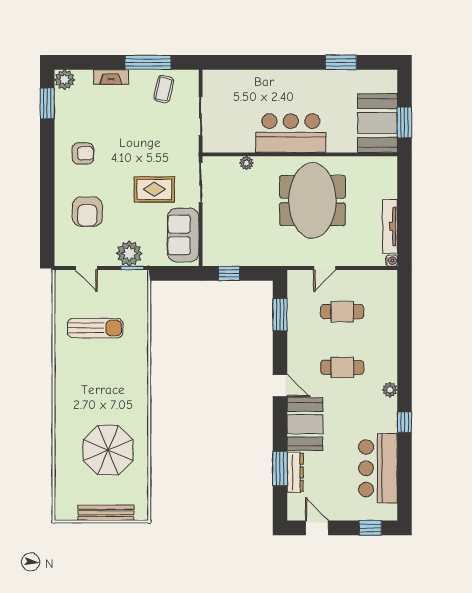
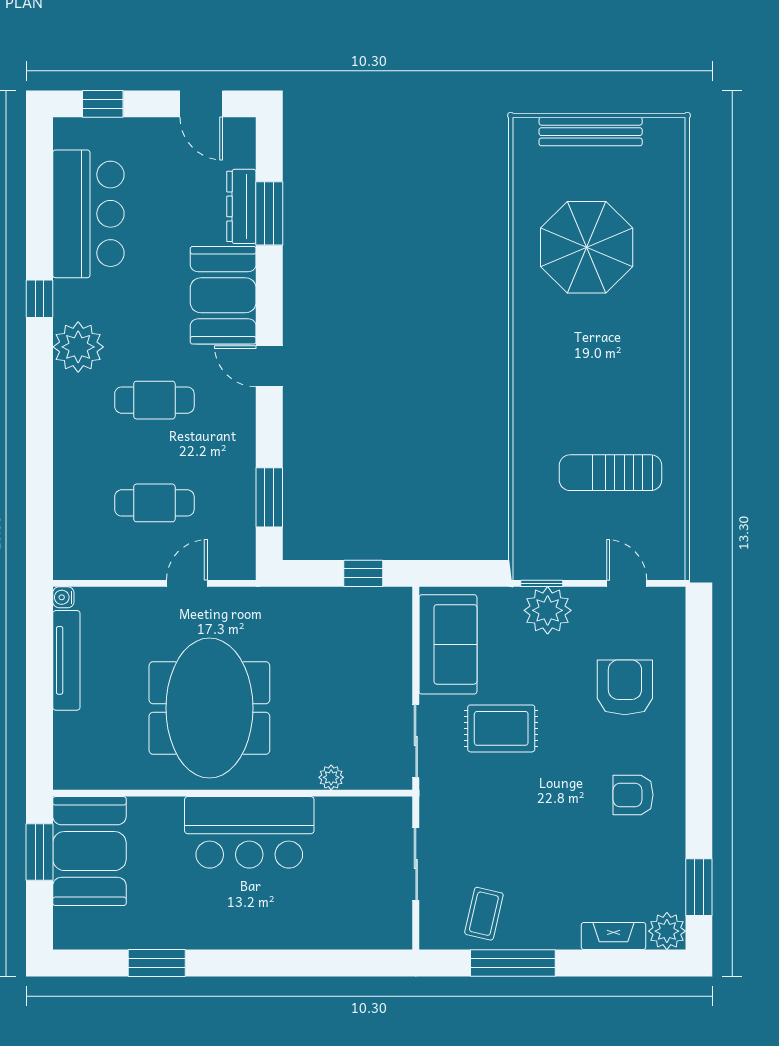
fireplace: (111, 77) -> (614, 936), moved
plant: (390, 390) -> (78, 347), width x1.88, depth x1.88

